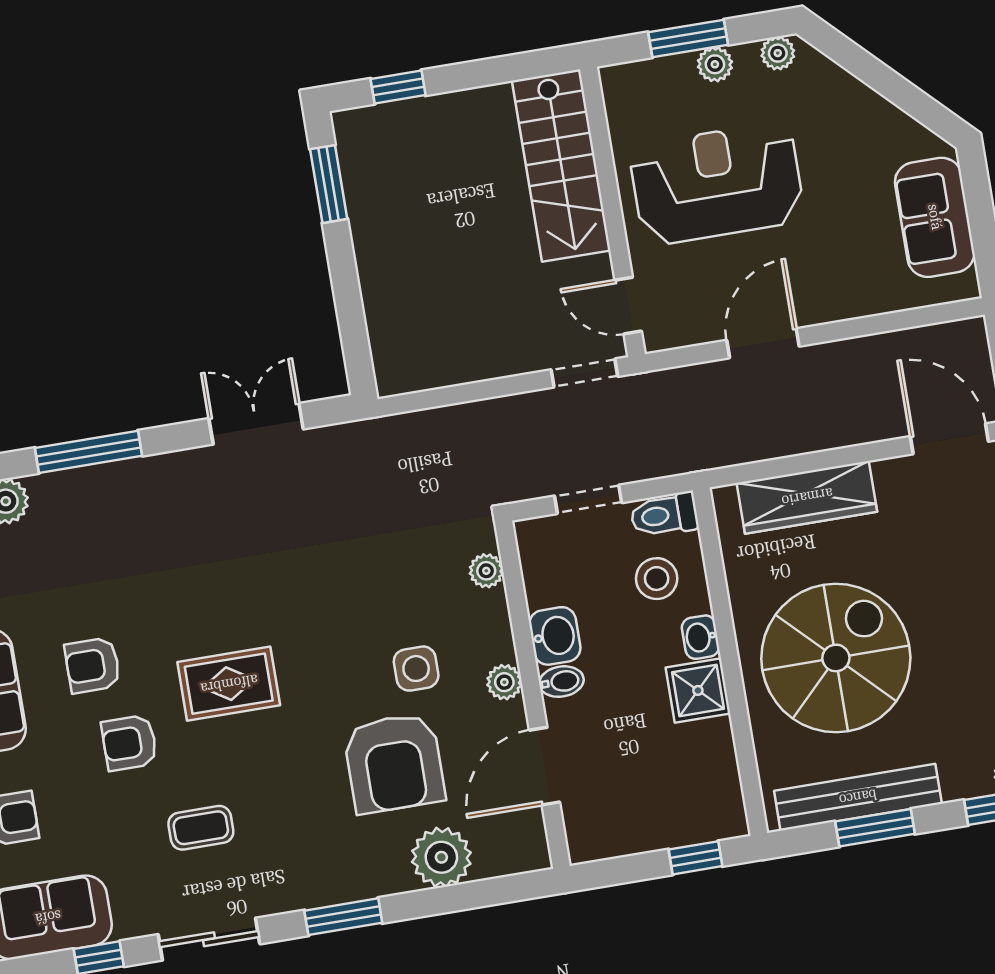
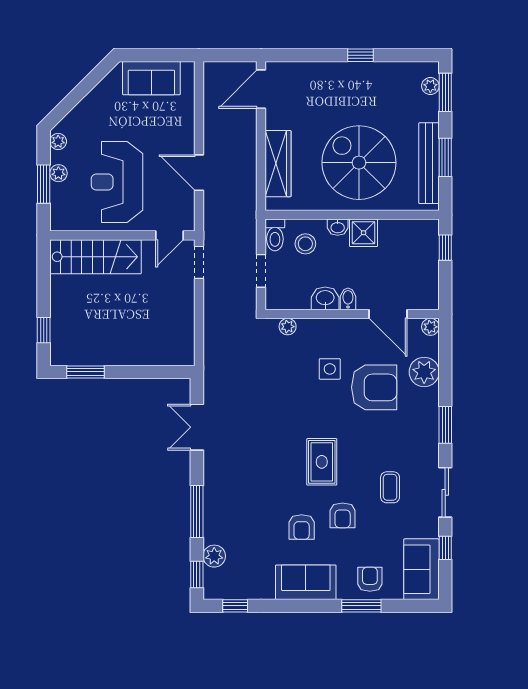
plant: (504, 682) -> (430, 327), moved

